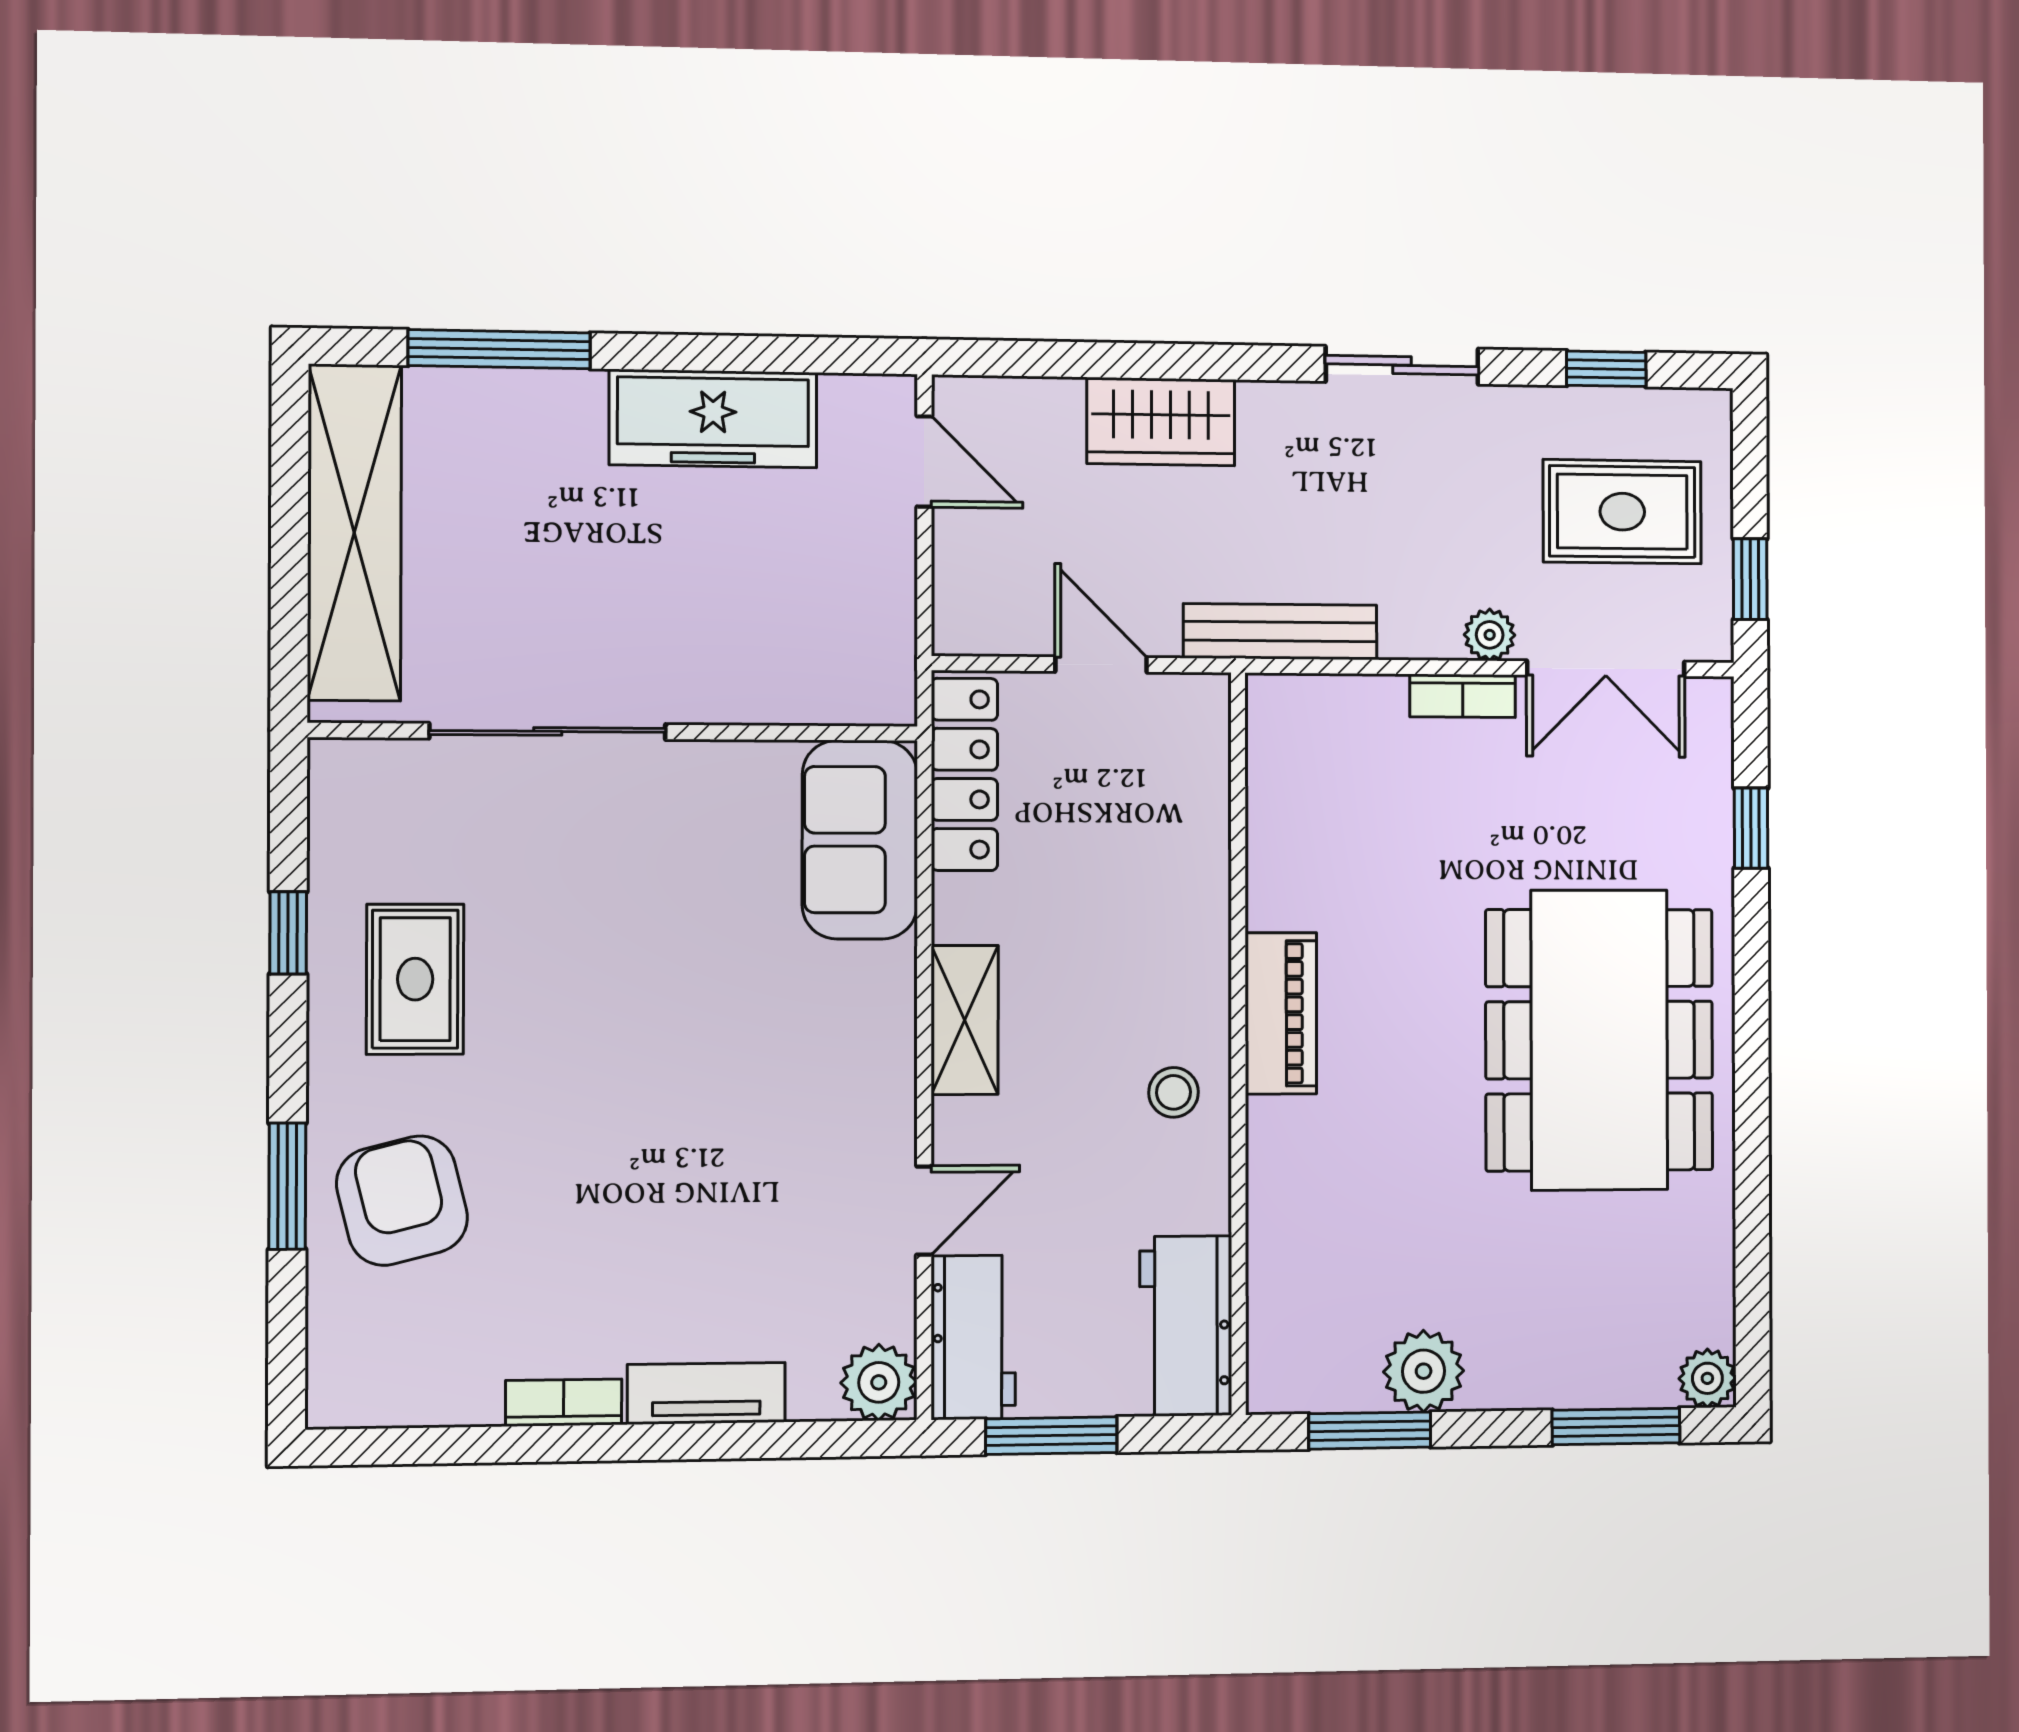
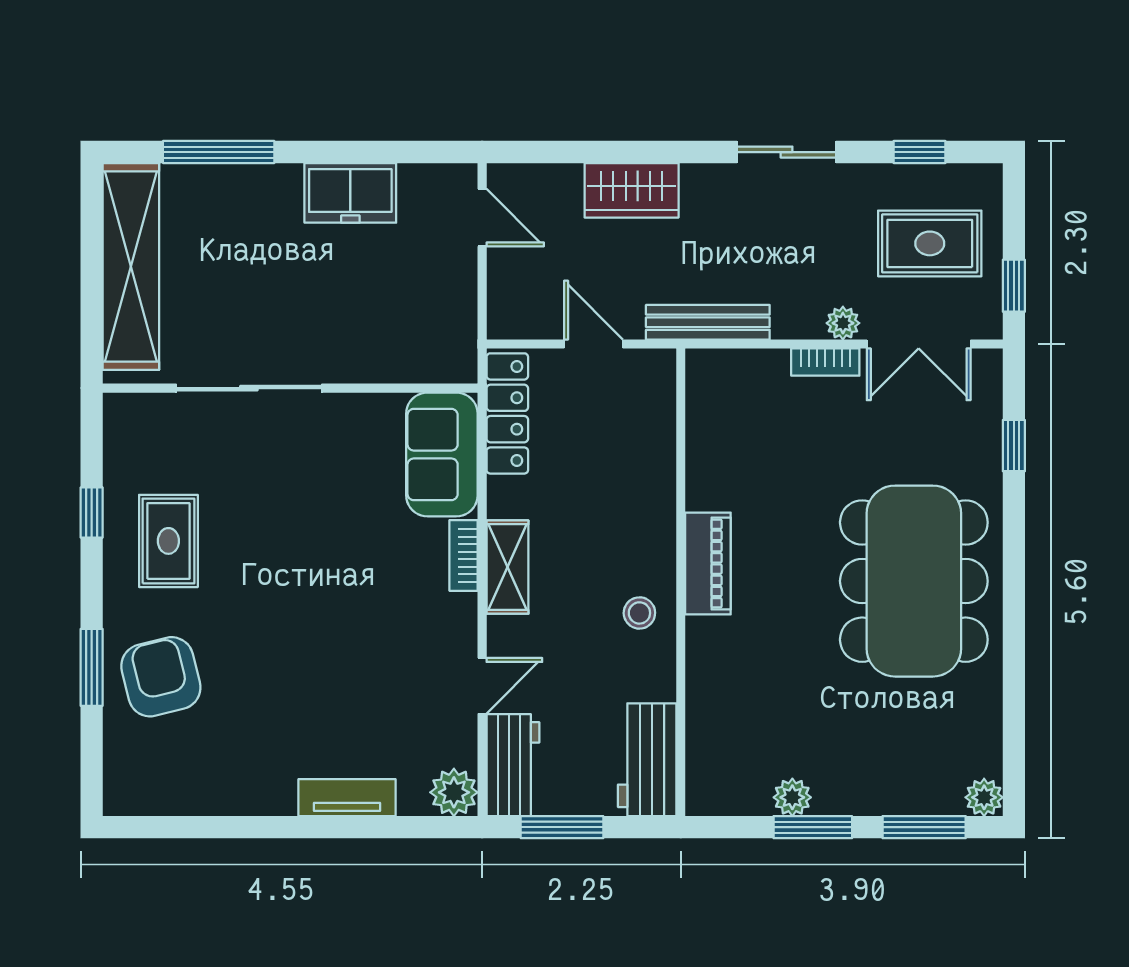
freezer: (713, 419) -> (350, 193), width x0.71
plant: (1424, 1371) -> (792, 797), width x0.73, depth x0.73
bookcase: (564, 1403) -> (464, 555), moved, turned -90
window: (1370, 1431) -> (813, 827), moved

